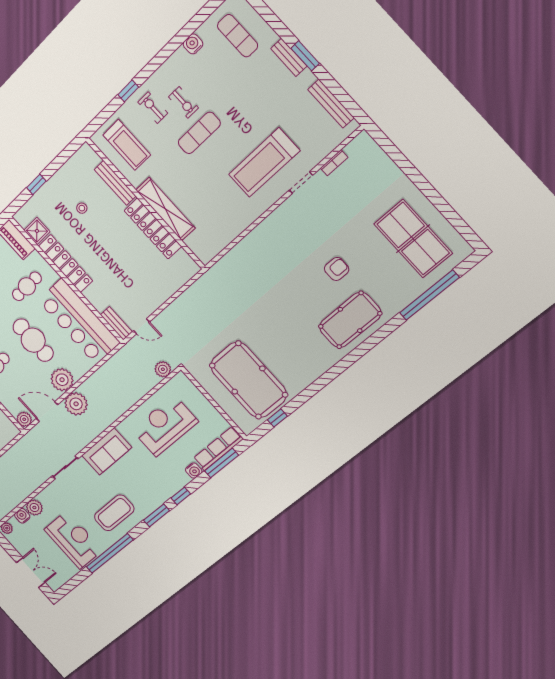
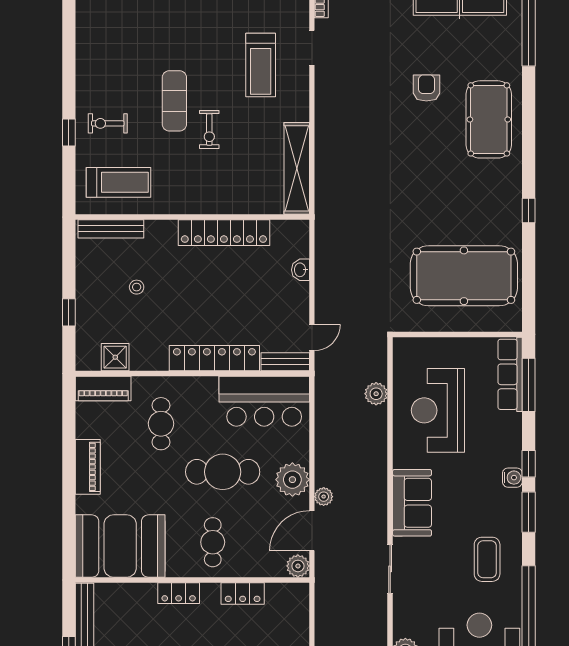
water cooler: (193, 44) -> (86, 30), removed
exercise bike: (183, 102) -> (209, 129), moved, turned 90
treadmill: (264, 163) -> (261, 65), width x0.73, depth x0.73
bench: (115, 183) -> (111, 229), moved
shelving: (165, 209) -> (297, 168), moved, turned 90
locker: (65, 264) -> (214, 358), moved
washbasin: (171, 288) -> (300, 270), added
bar counter: (79, 322) -> (264, 401), width x0.73
plant: (163, 369) -> (376, 394), moved
plant: (76, 404) -> (324, 497), width x0.53, depth x0.53
window: (277, 418) -> (529, 211), moved
water cooler: (194, 471) -> (512, 478), moved
coffee table: (114, 513) -> (487, 559), width x0.73, depth x0.76

